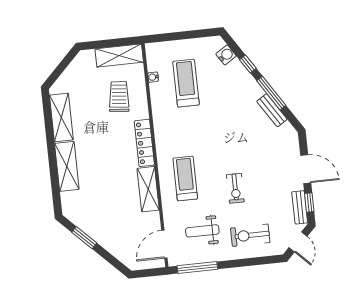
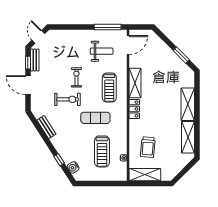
window: (271, 93) -> (46, 139), removed
exercise mat: (201, 132) -> (95, 118), added
locker: (144, 143) -> (134, 109), width x0.66
exercise bike: (250, 235) -> (67, 99), moved

